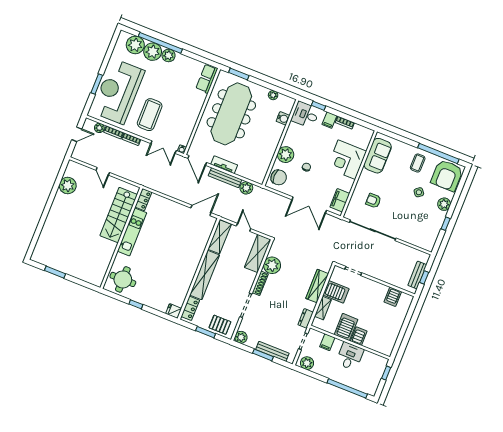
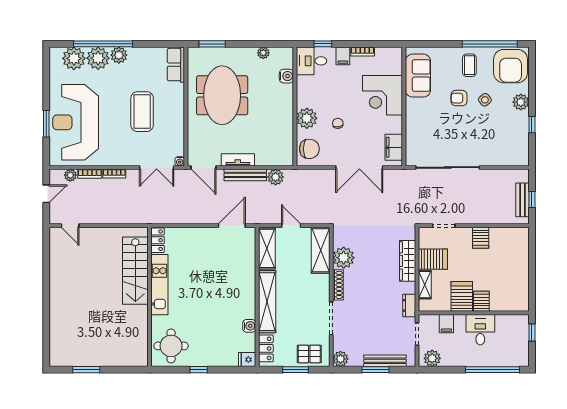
meeting table: (231, 114) -> (222, 95), width x0.73
coffee table: (150, 115) -> (142, 112), moved
door: (103, 171) -> (70, 226), moved
plant: (68, 186) -> (60, 260), removed
armchair: (373, 201) -> (459, 98), moved
water cooler: (185, 287) -> (249, 326), added
server rack: (393, 297) -> (481, 238), moved

